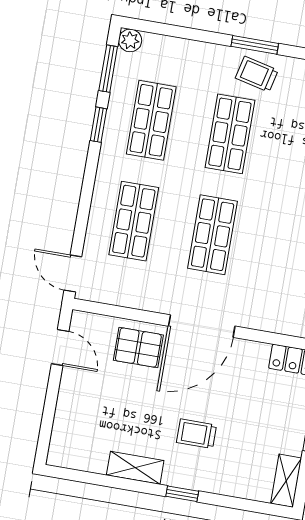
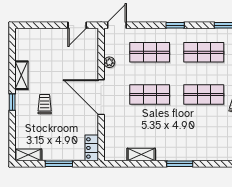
window: (99, 125) -> (175, 25), moved
plant: (139, 300) -> (109, 62), added
pallet: (138, 348) -> (84, 66), removed

